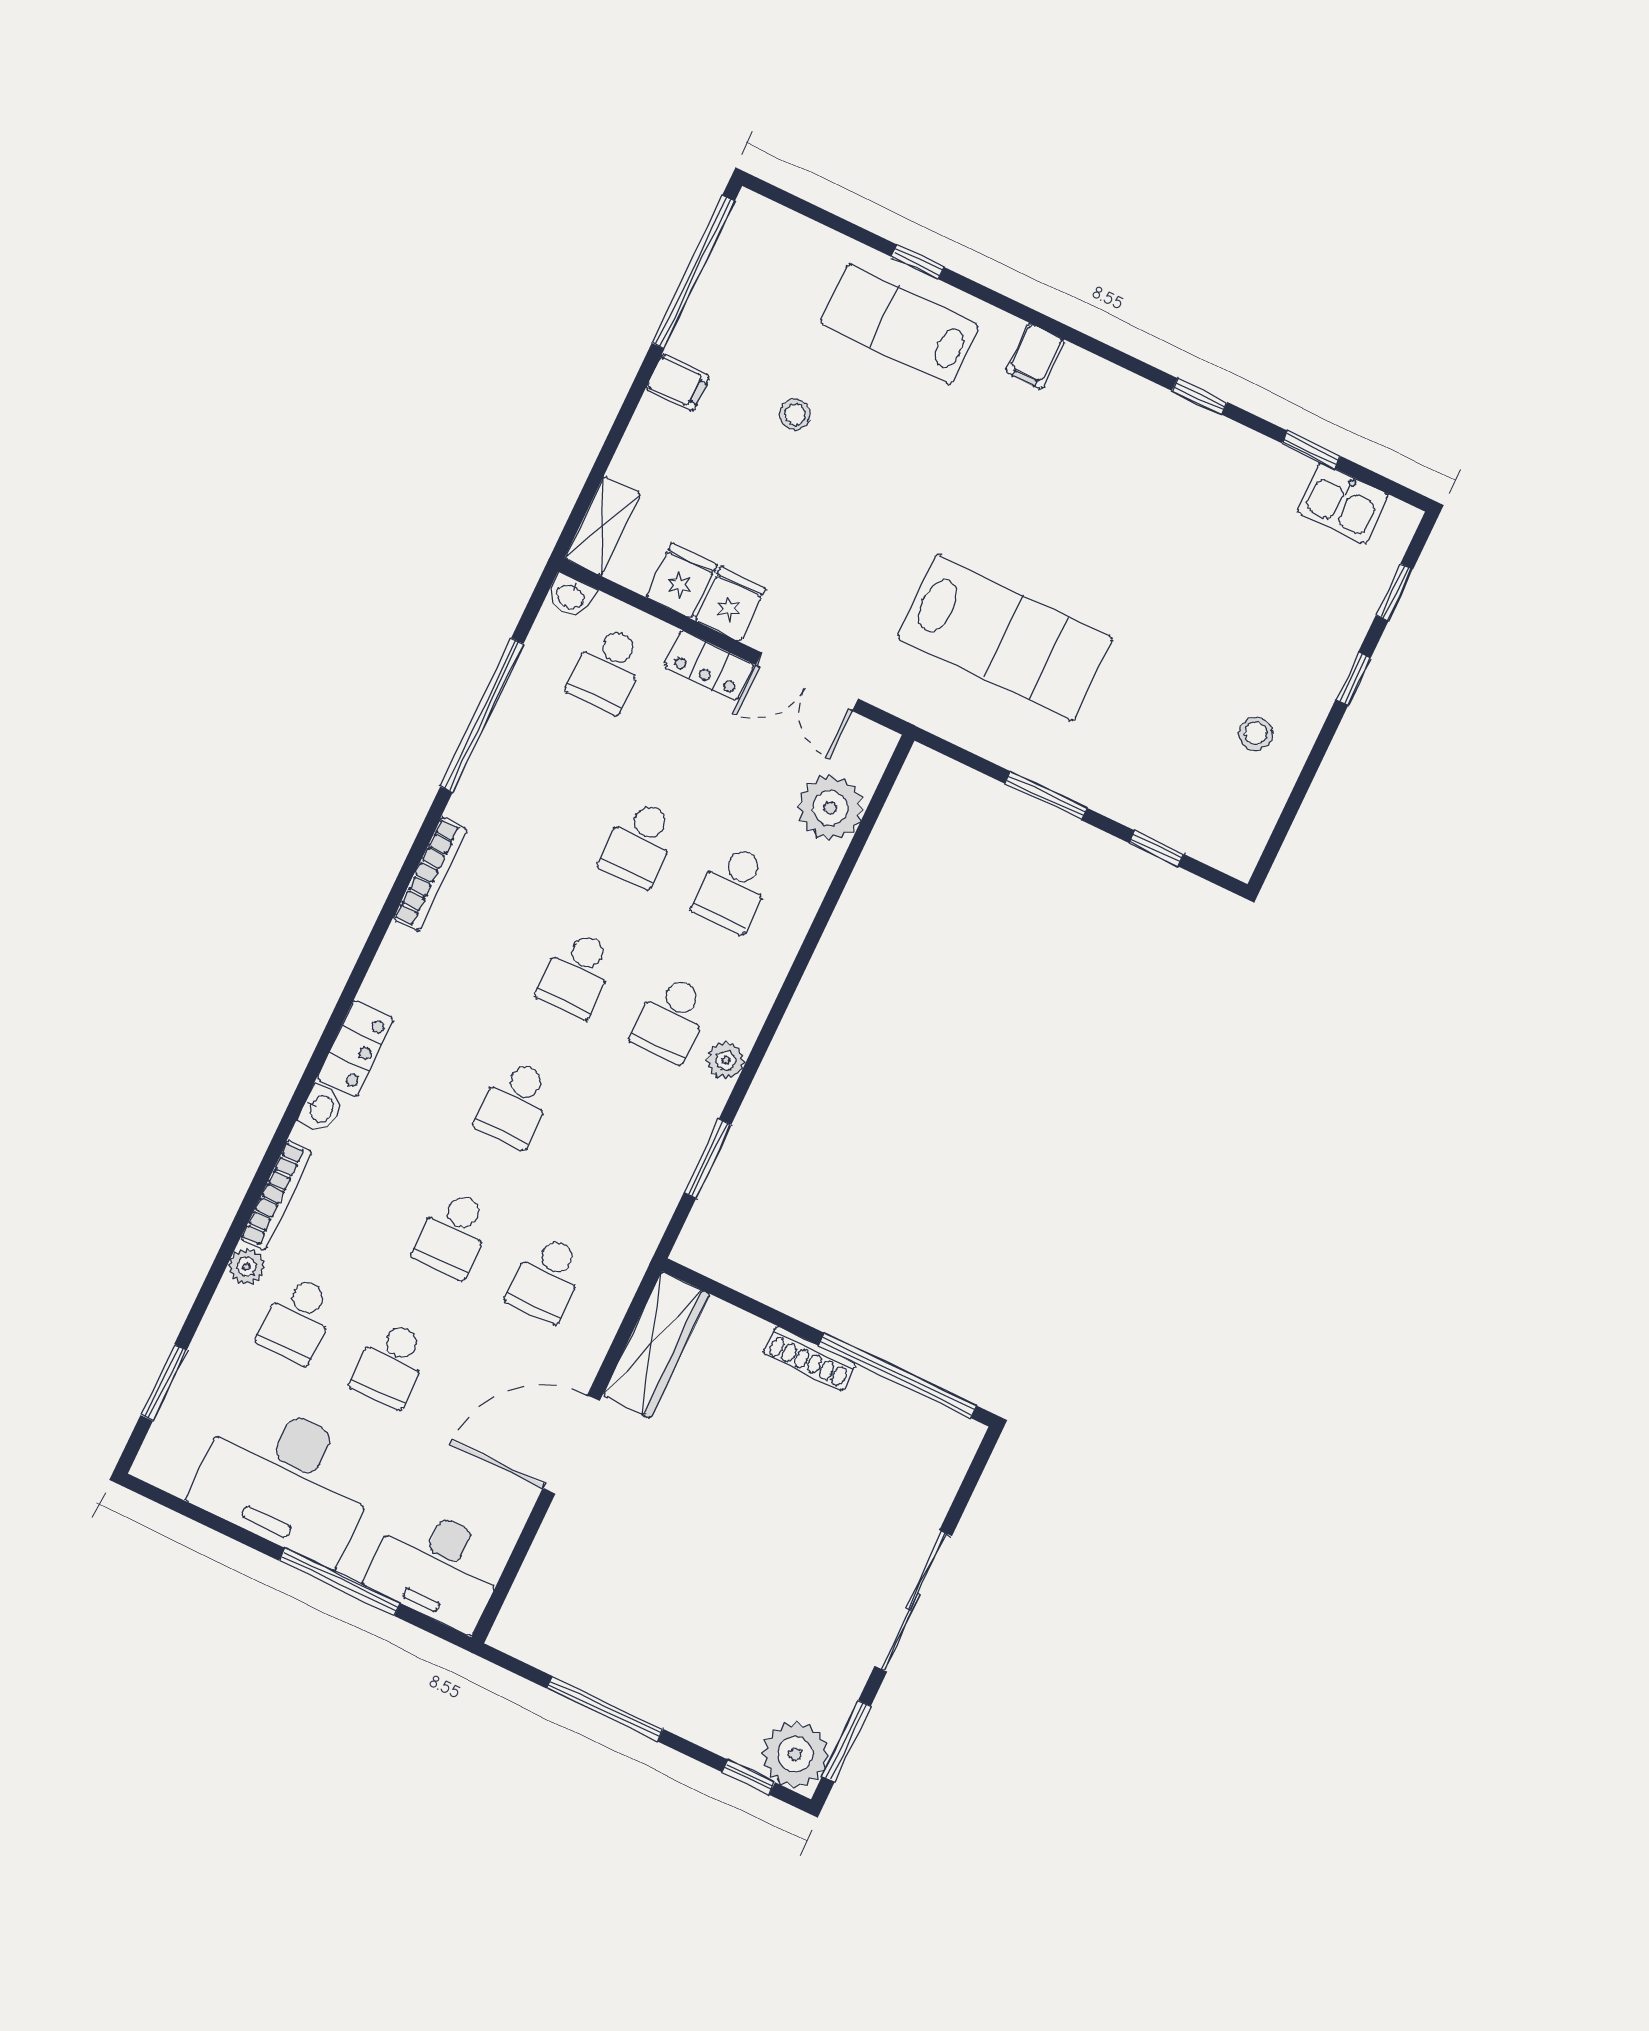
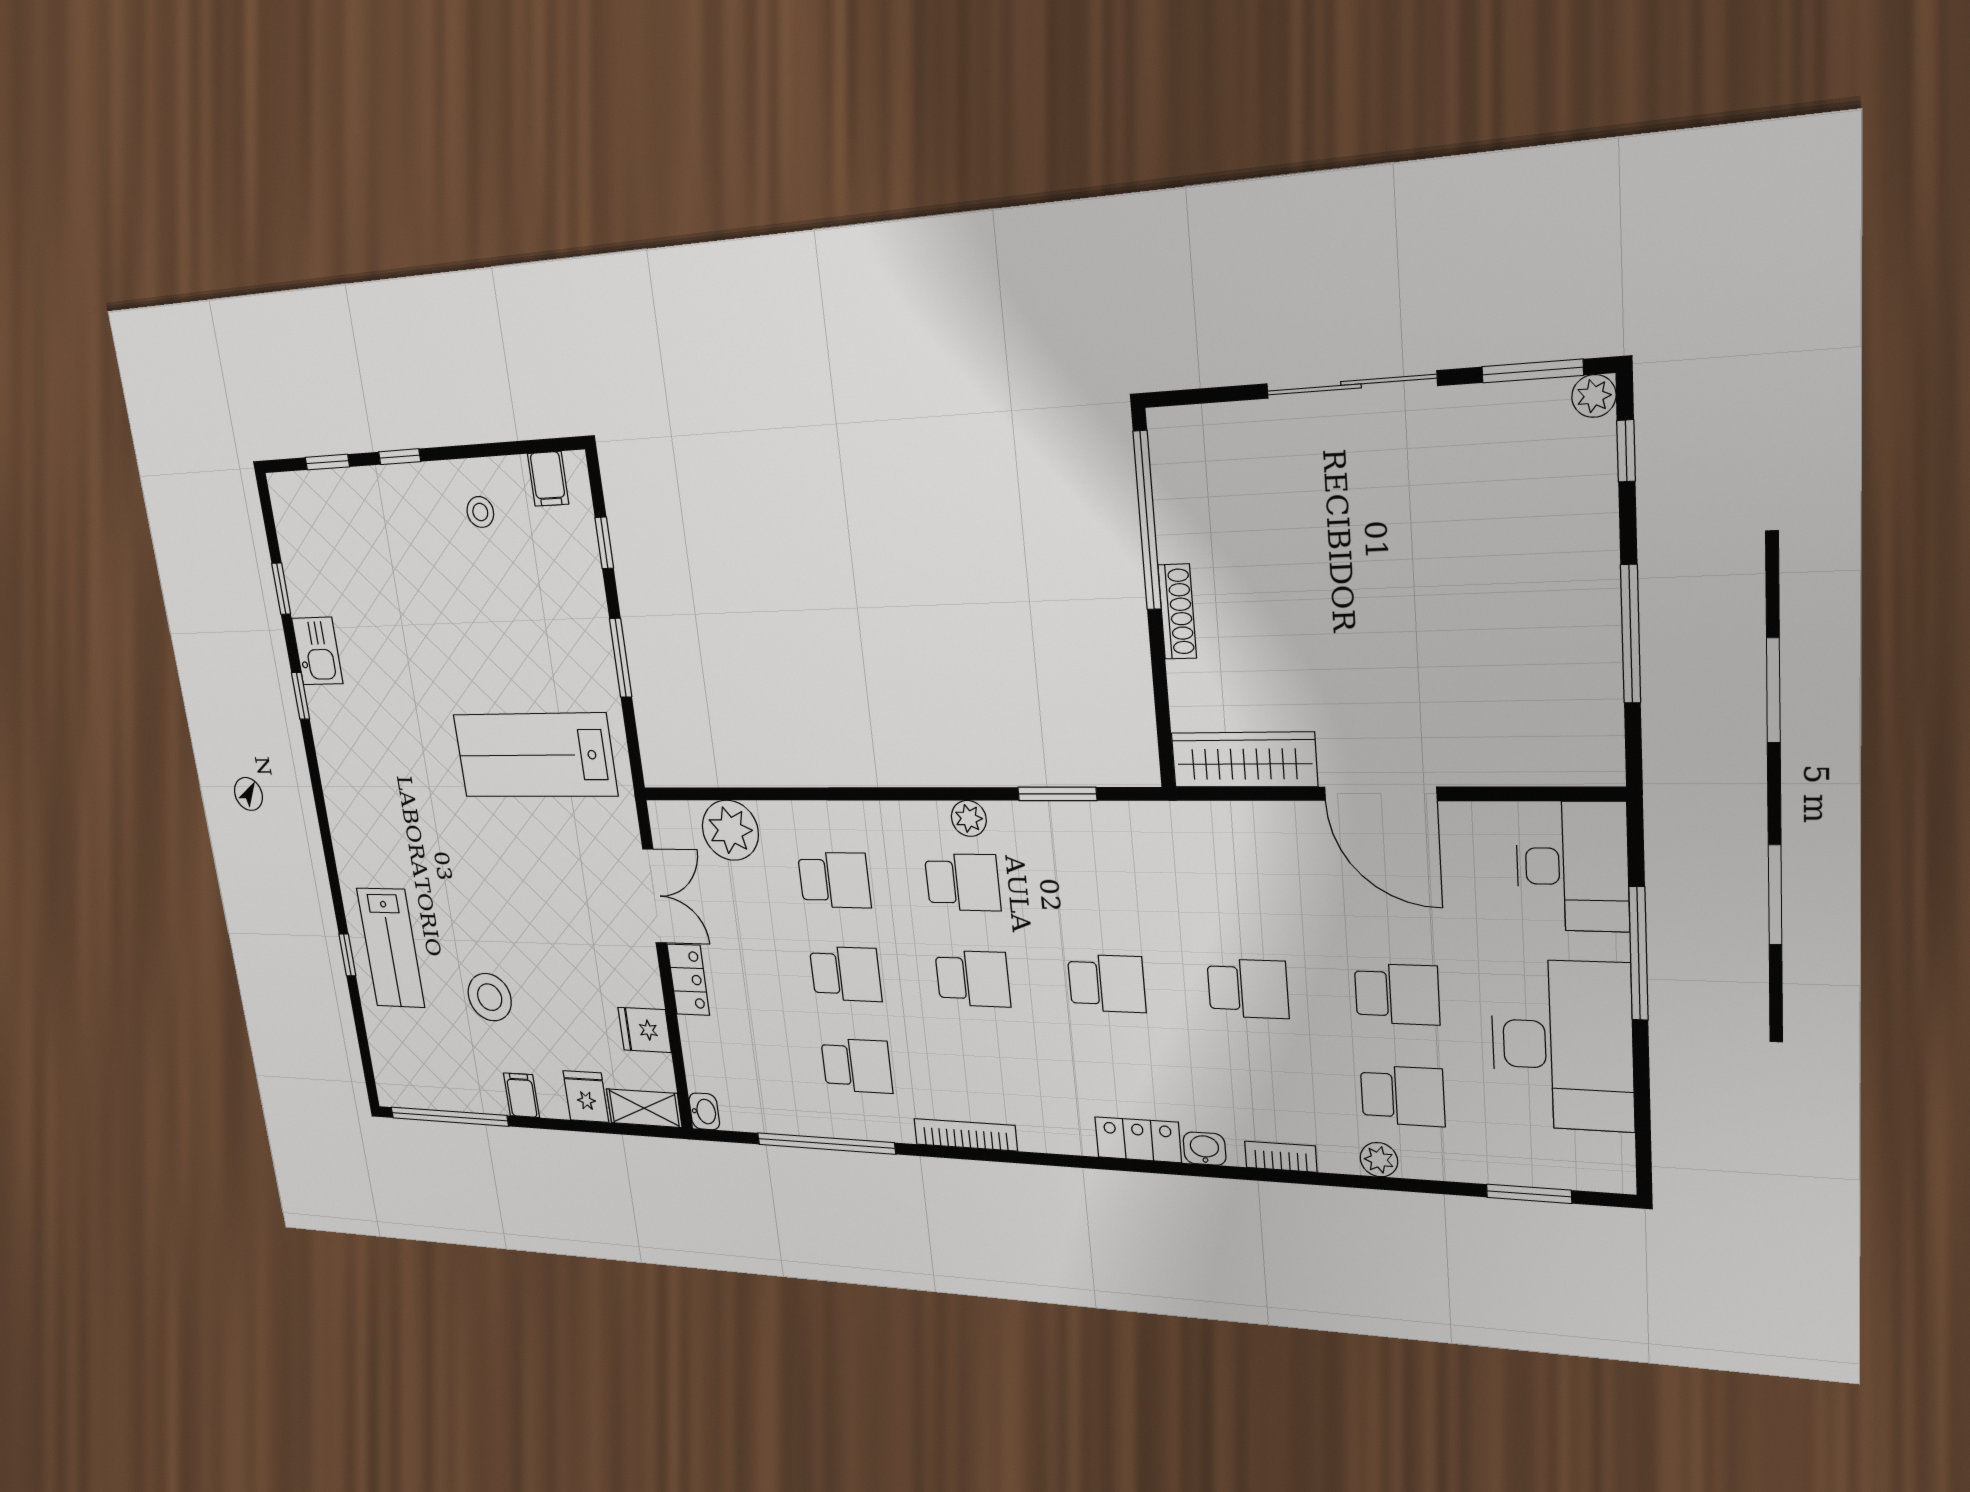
filing cabinet: (1035, 356) -> (548, 479), moved, turned 90
stool: (795, 414) -> (490, 997), width x1.89, depth x1.89
kitchen sink: (1343, 503) -> (317, 651), moved
fridge: (731, 604) -> (586, 1097), moved, turned 90
lab bench: (1005, 637) -> (535, 755), turned -90
school desk: (607, 669) -> (857, 1066), moved
bookcase: (276, 1195) -> (1281, 1157), width x0.64
school desk: (547, 1279) -> (1241, 887), removed
plant: (795, 1754) -> (1594, 396), width x0.53, depth x0.53

